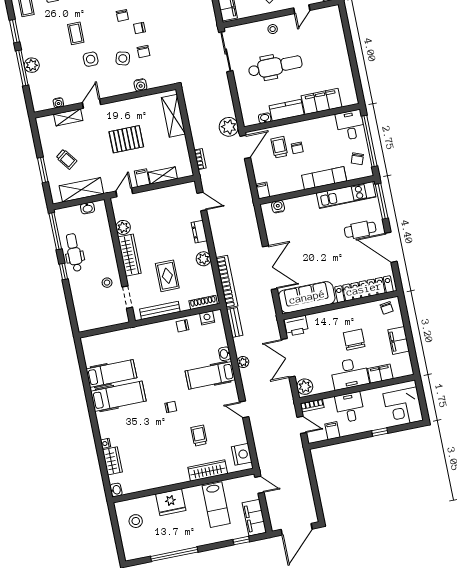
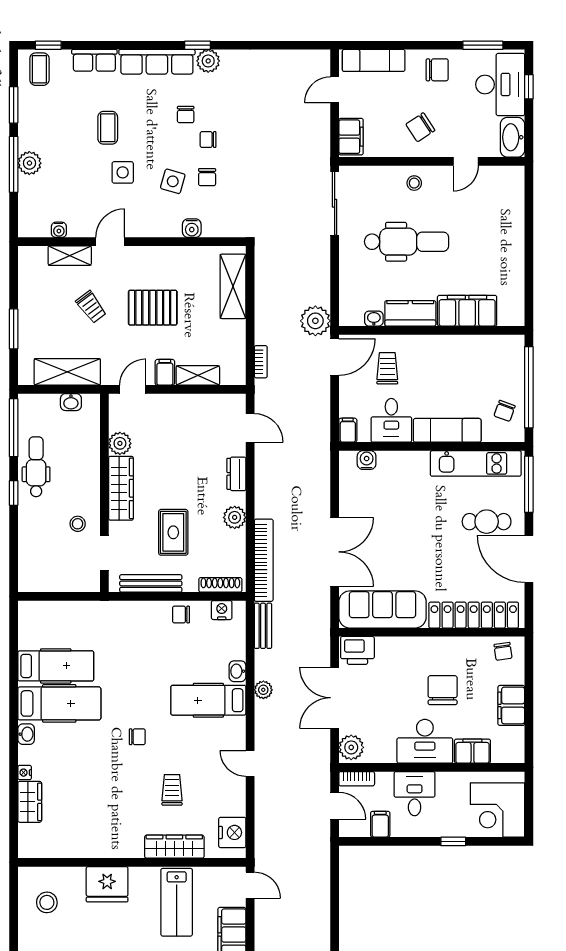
desk: (350, 125) -> (391, 420), moved, turned 180
chair: (297, 148) -> (415, 375), removed
trolley: (67, 159) -> (91, 307), moved
washbasin: (116, 490) -> (26, 734), moved

